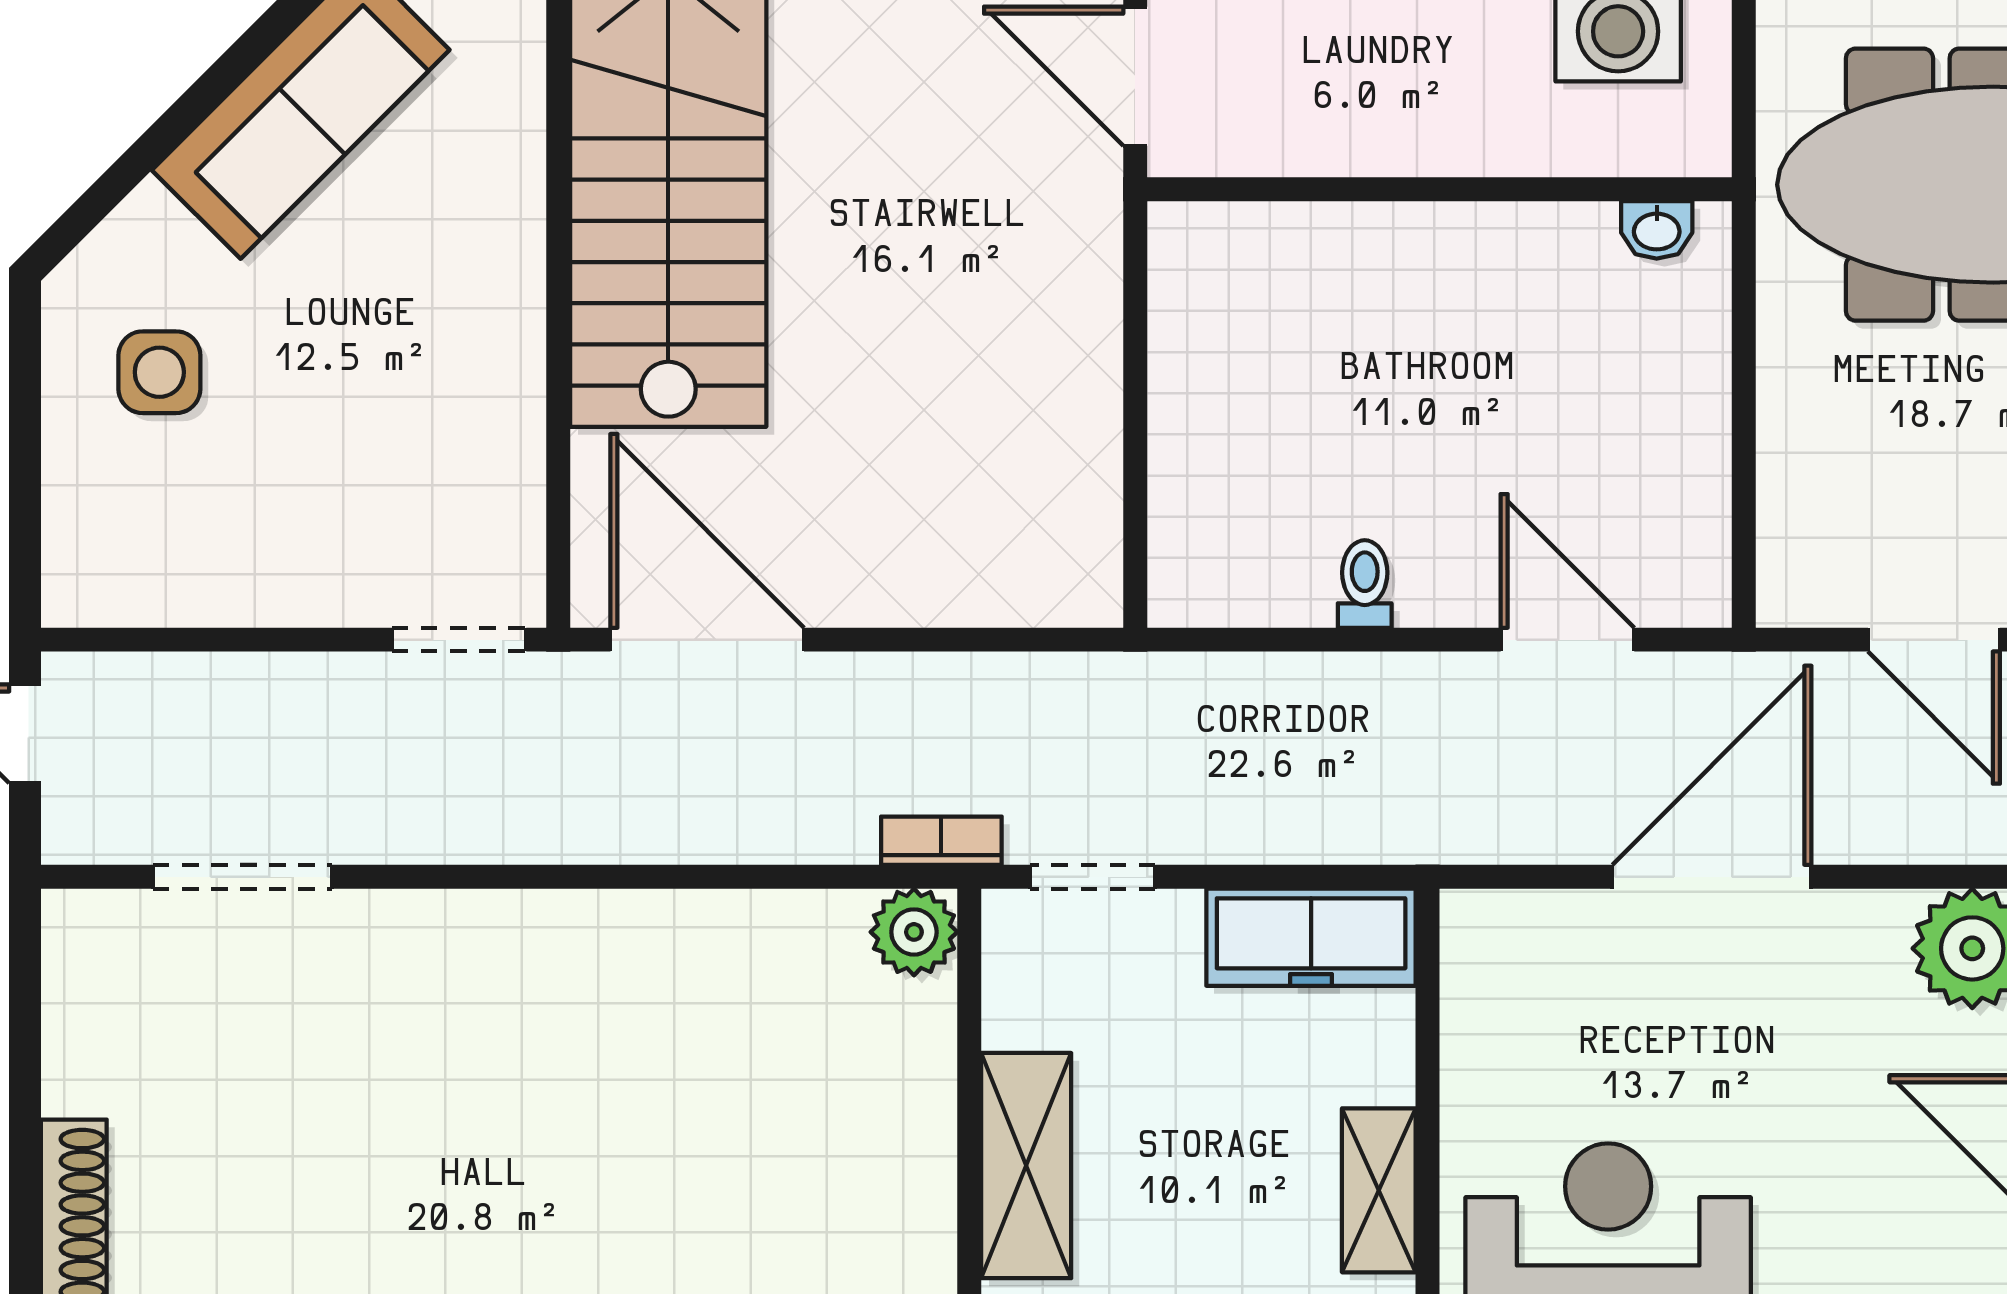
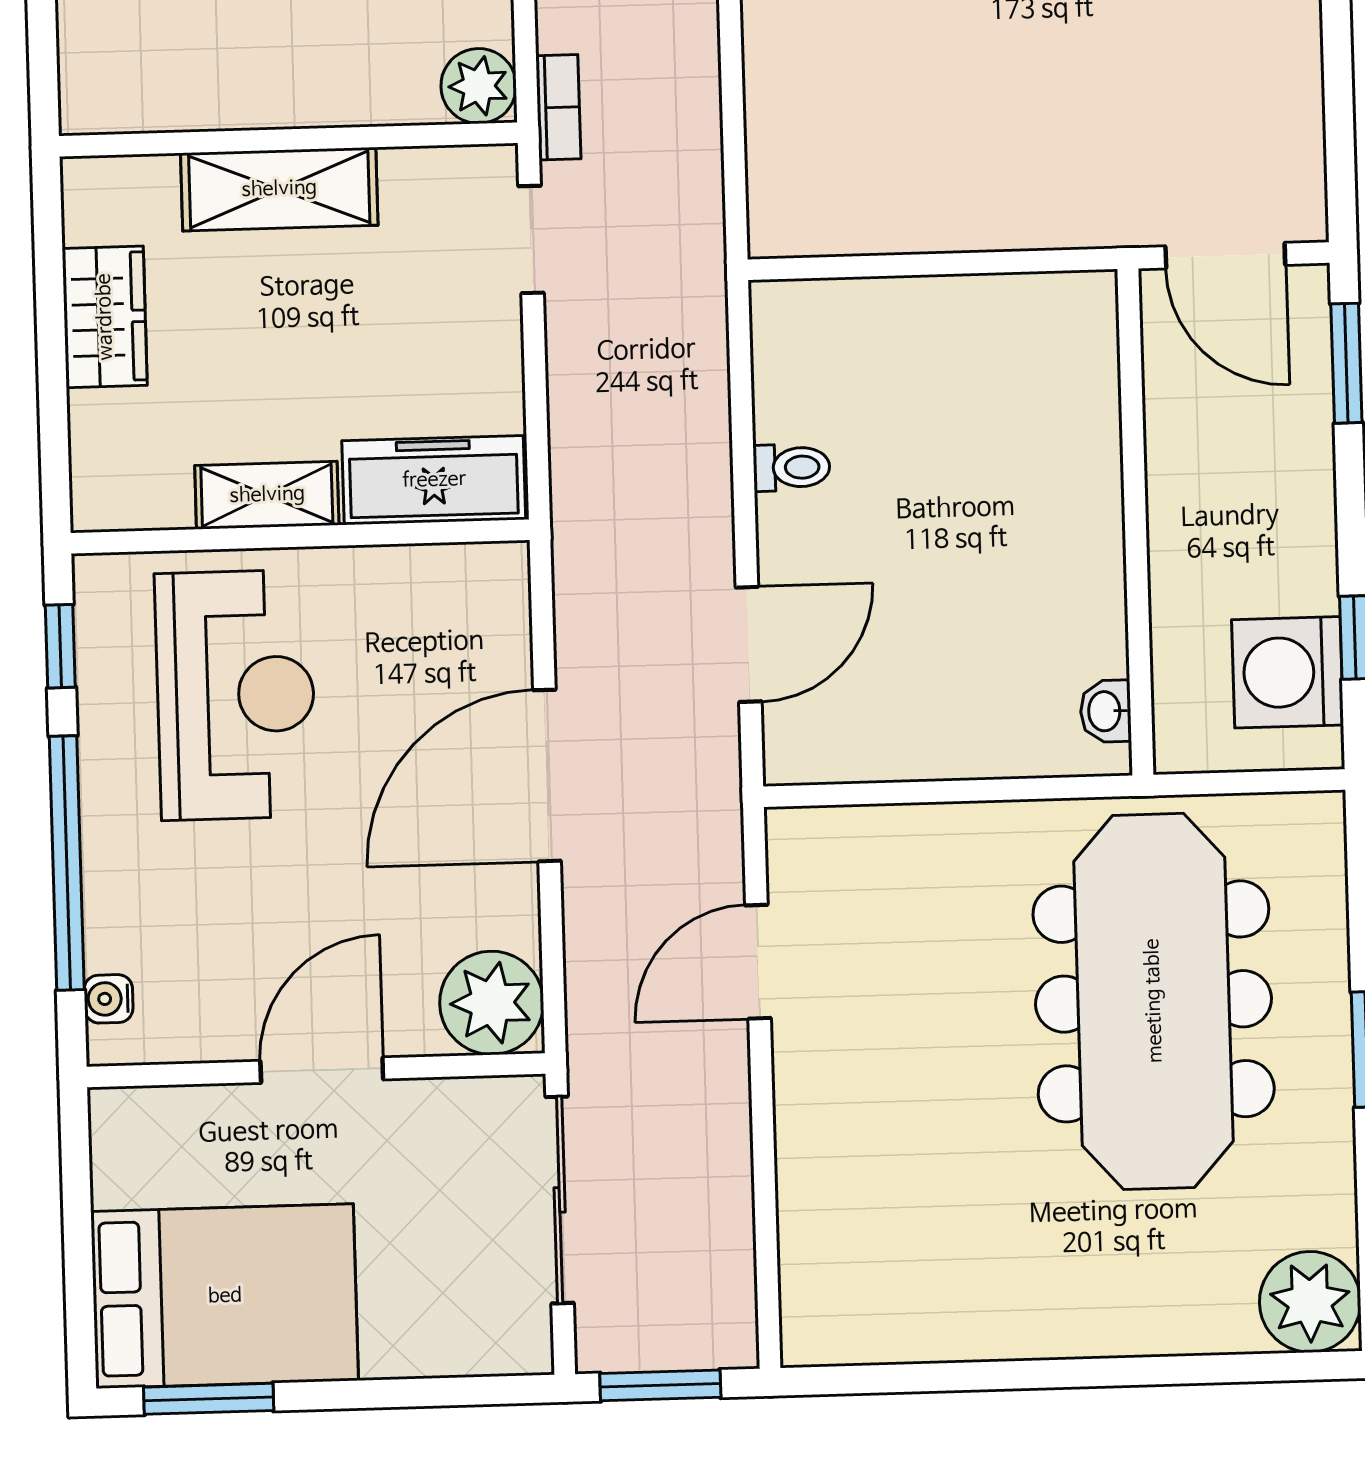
door: (1135, 76) -> (1225, 256), swing flipped
door: (1712, 877) -> (547, 776), swing flipped
freezer: (1311, 937) -> (434, 480), moved, turned 90

